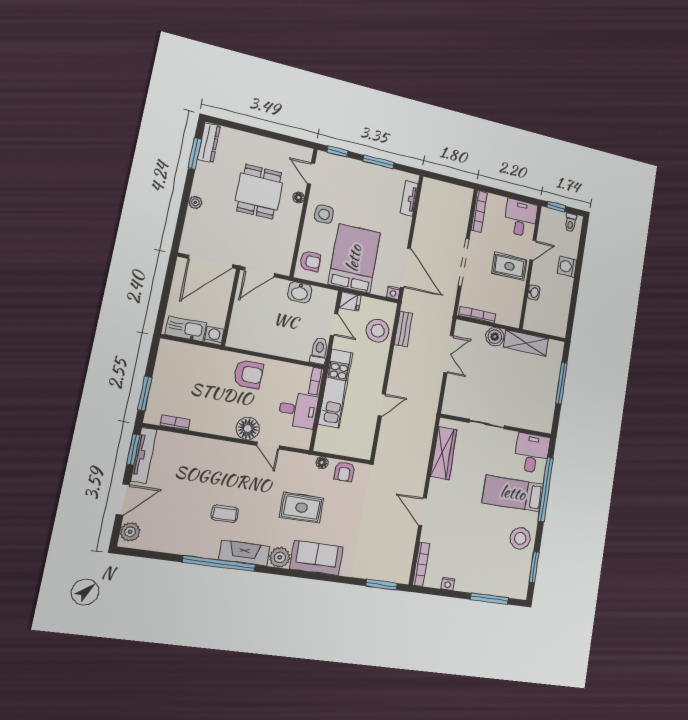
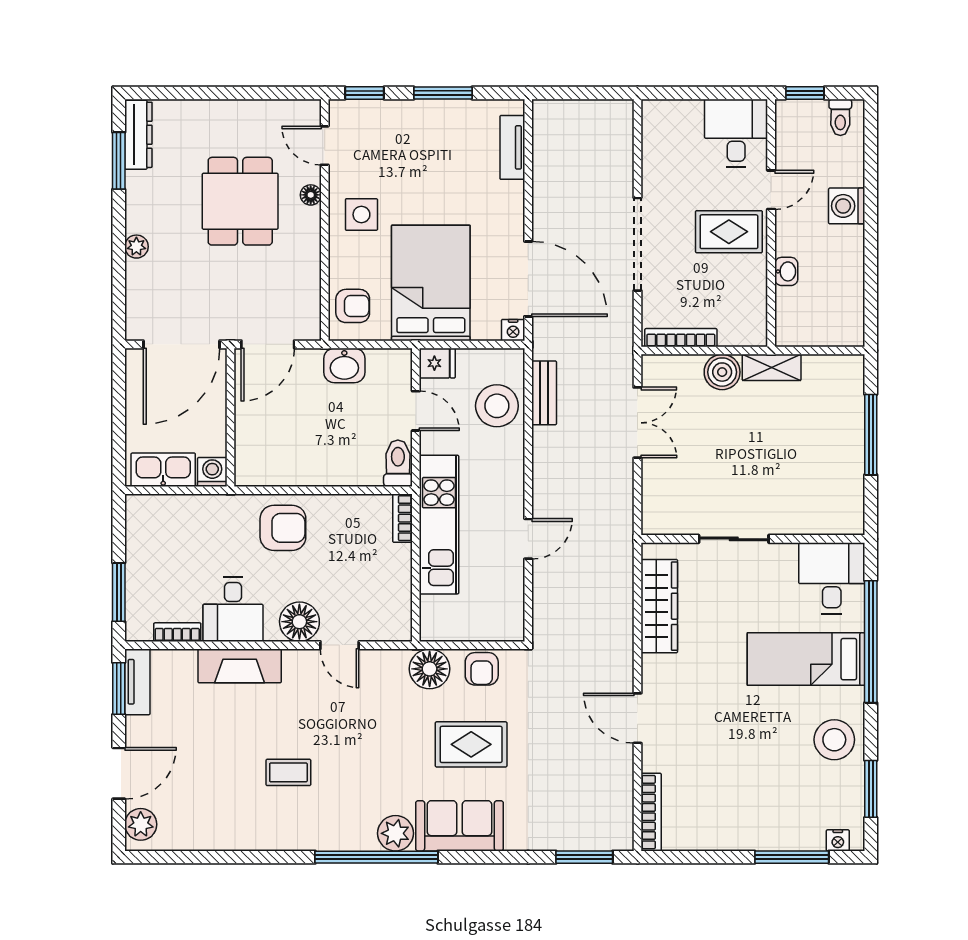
bookcase: (479, 211) -> (651, 139), removed
shelving: (526, 343) -> (772, 367), width x0.67, depth x0.75
desk: (298, 410) -> (233, 609), moved, turned 90
tv unit: (144, 455) -> (137, 682), width x0.71
floor lamp: (322, 463) -> (430, 669), width x1.89, depth x1.89
rug: (302, 508) -> (471, 744), moved
fireplace: (244, 553) -> (240, 666), moved, turned 180
window: (219, 564) -> (376, 857), moved
nightstand: (448, 584) -> (838, 840), moved

